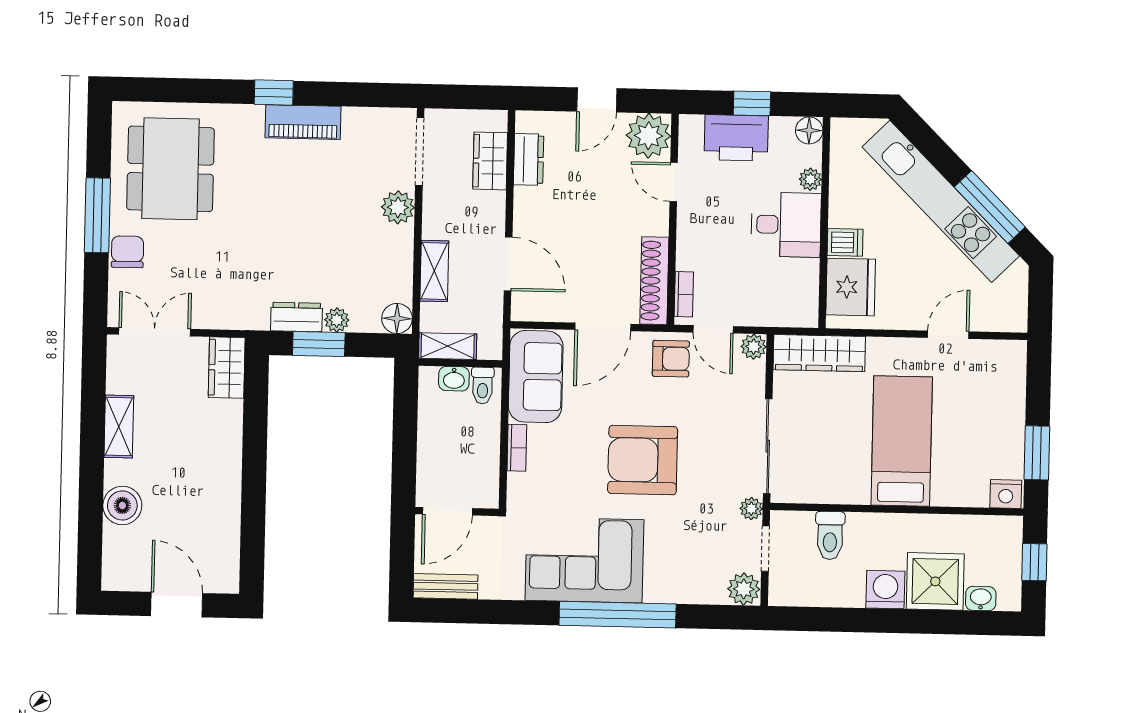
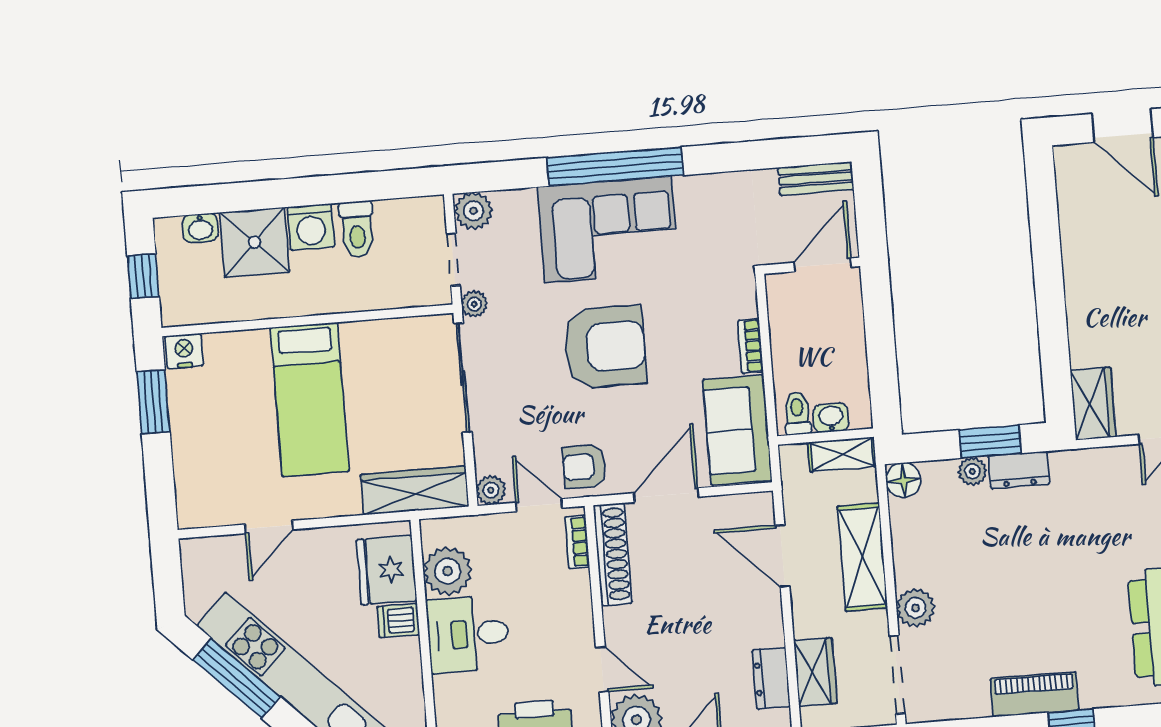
plant: (810, 179) -> (448, 571), moved, width x1.87, depth x1.87
shelving: (434, 271) -> (862, 557), width x1.50, depth x1.33
toilet: (830, 536) -> (357, 229), moved, turned 180
corner sofa: (584, 560) -> (608, 229), moved

